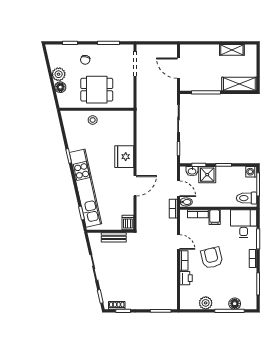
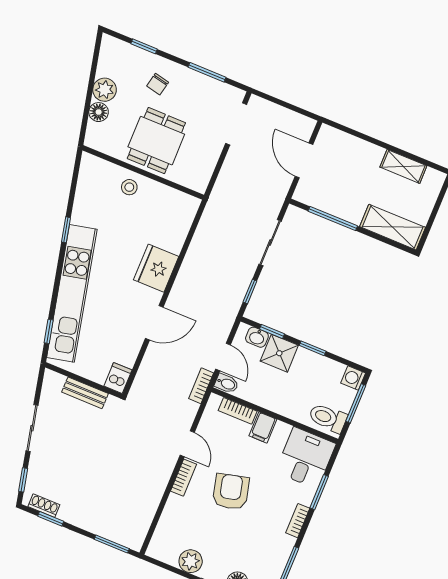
dining table: (97, 90) -> (156, 141), turned 90
printer: (186, 278) -> (175, 508), removed

